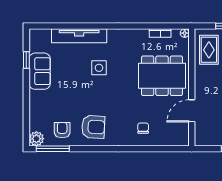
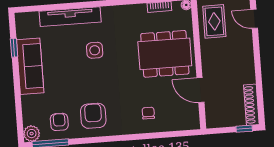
sofa: (40, 71) -> (30, 66), width x1.36
door: (192, 111) -> (200, 90), hinge flipped
armchair: (93, 127) -> (93, 116), turned -93

